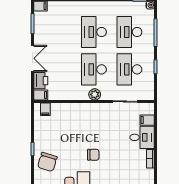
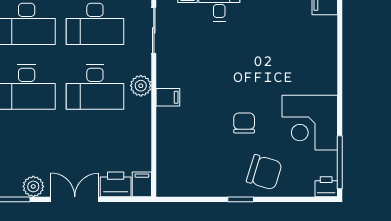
plant: (40, 36) -> (33, 186), added
filing cabinet: (45, 109) -> (168, 97), moved
chair: (93, 155) -> (244, 123), moved

